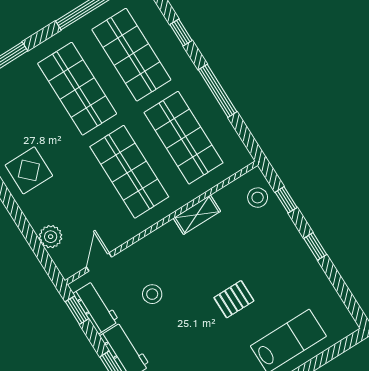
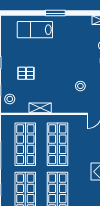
pallet: (234, 299) -> (26, 73), moved

